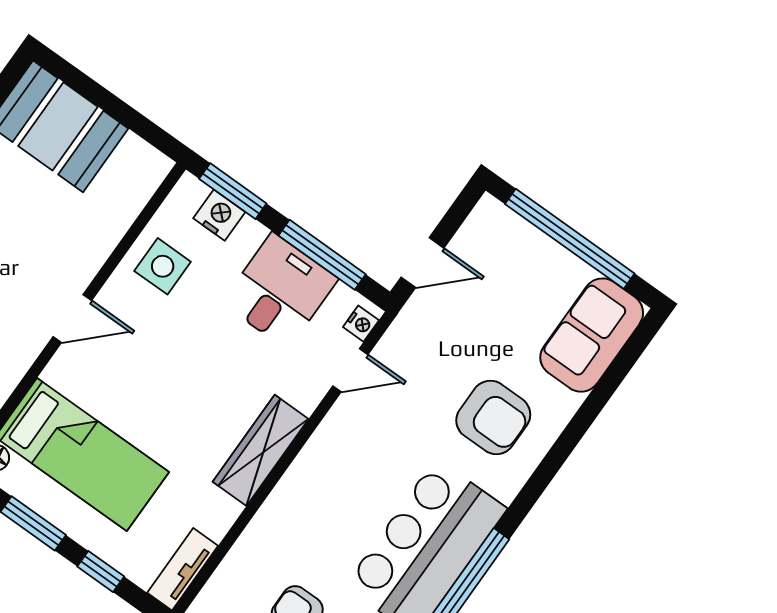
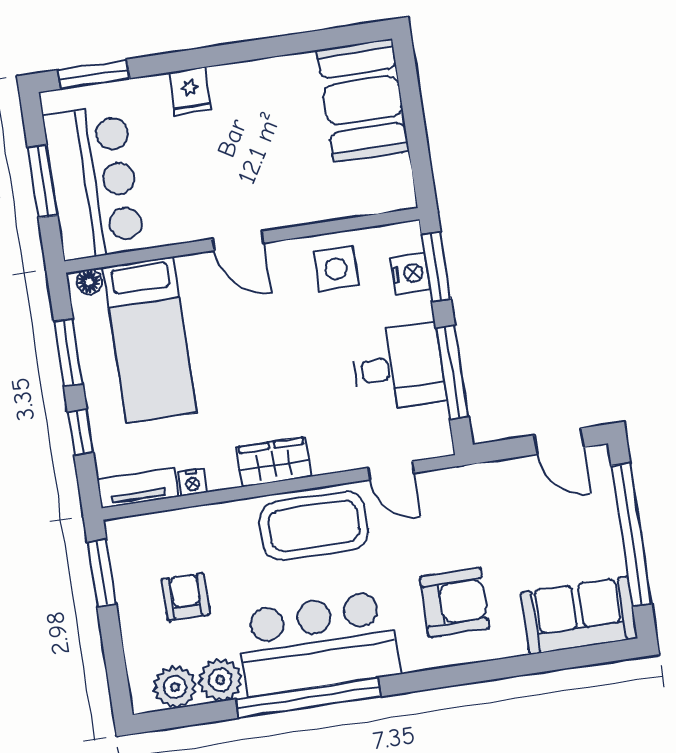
door: (422, 263) -> (559, 441), moved
nightstand: (361, 324) -> (192, 482), moved
armchair: (493, 417) -> (455, 603), turned -90
wardrobe: (261, 450) -> (274, 462), width x0.67
coffee table: (336, 466) -> (314, 526), added

